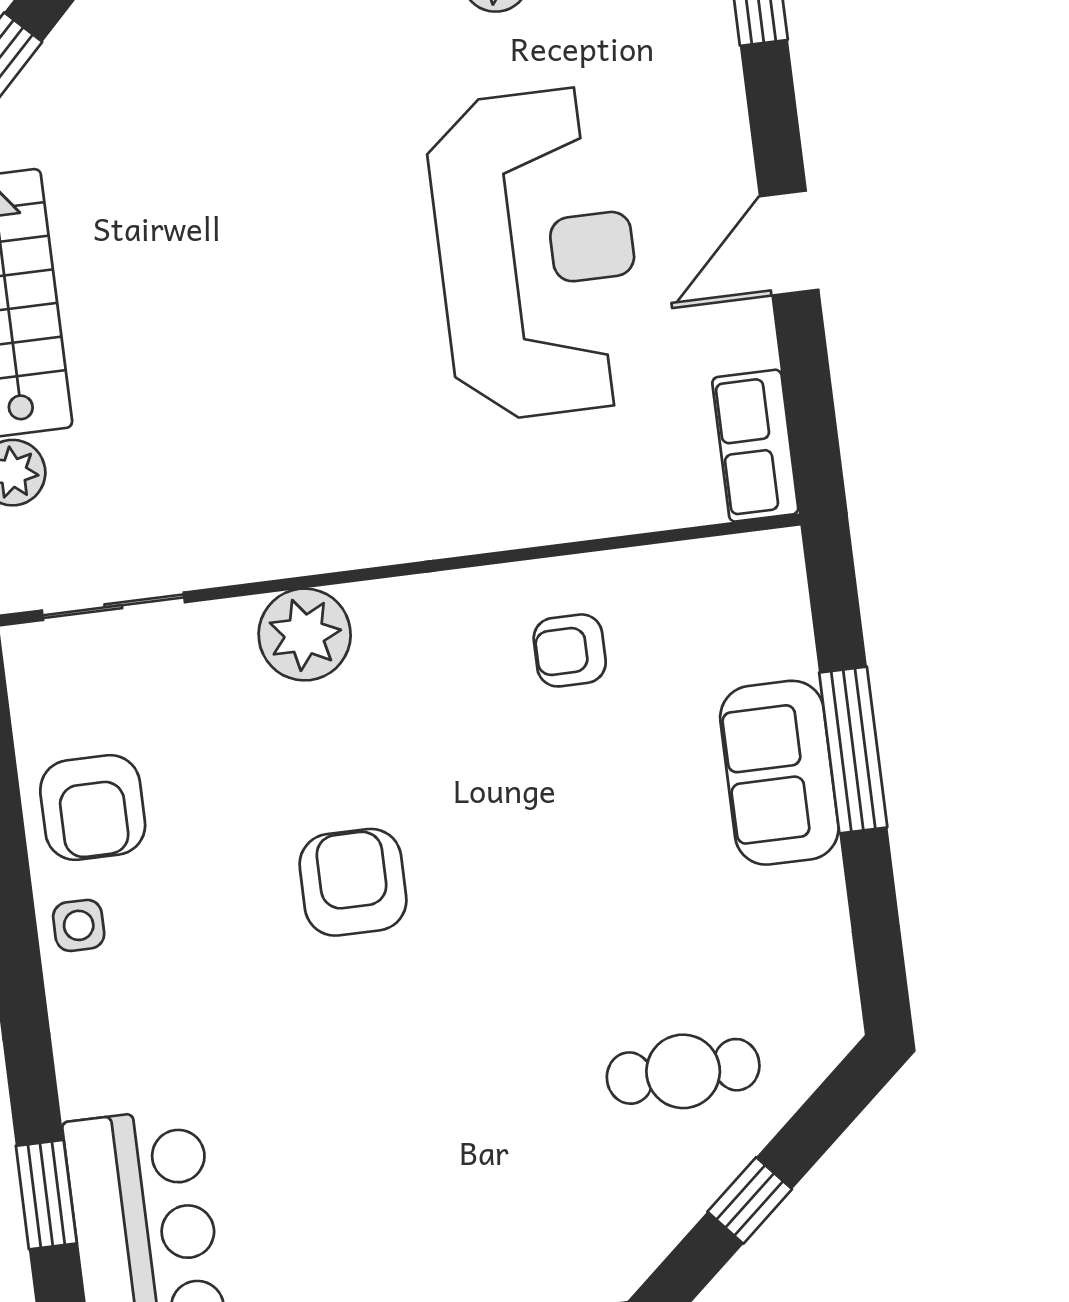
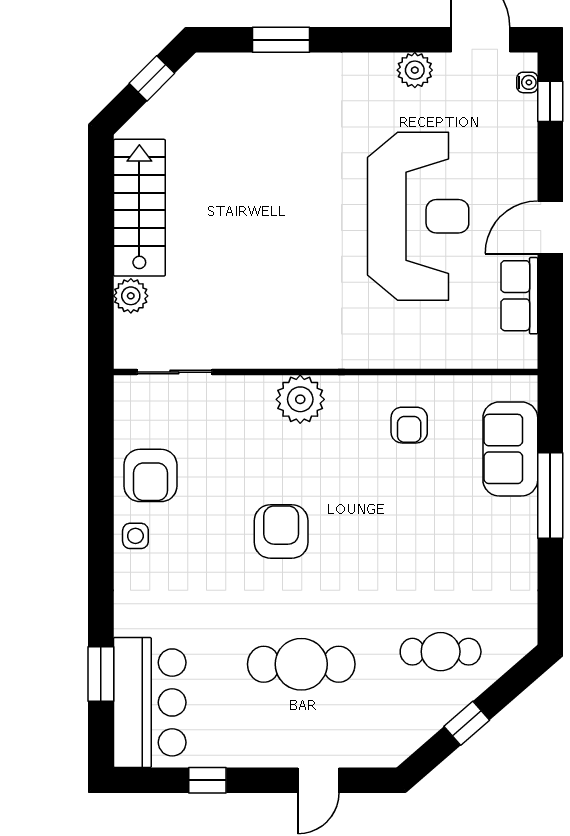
row of seats: (755, 446) -> (519, 296), moved
plant: (305, 635) -> (300, 399), moved
armchair: (570, 650) -> (409, 425), turned -90
sofa: (779, 773) -> (510, 449), moved
cafe table: (423, 1128) -> (301, 664), added

